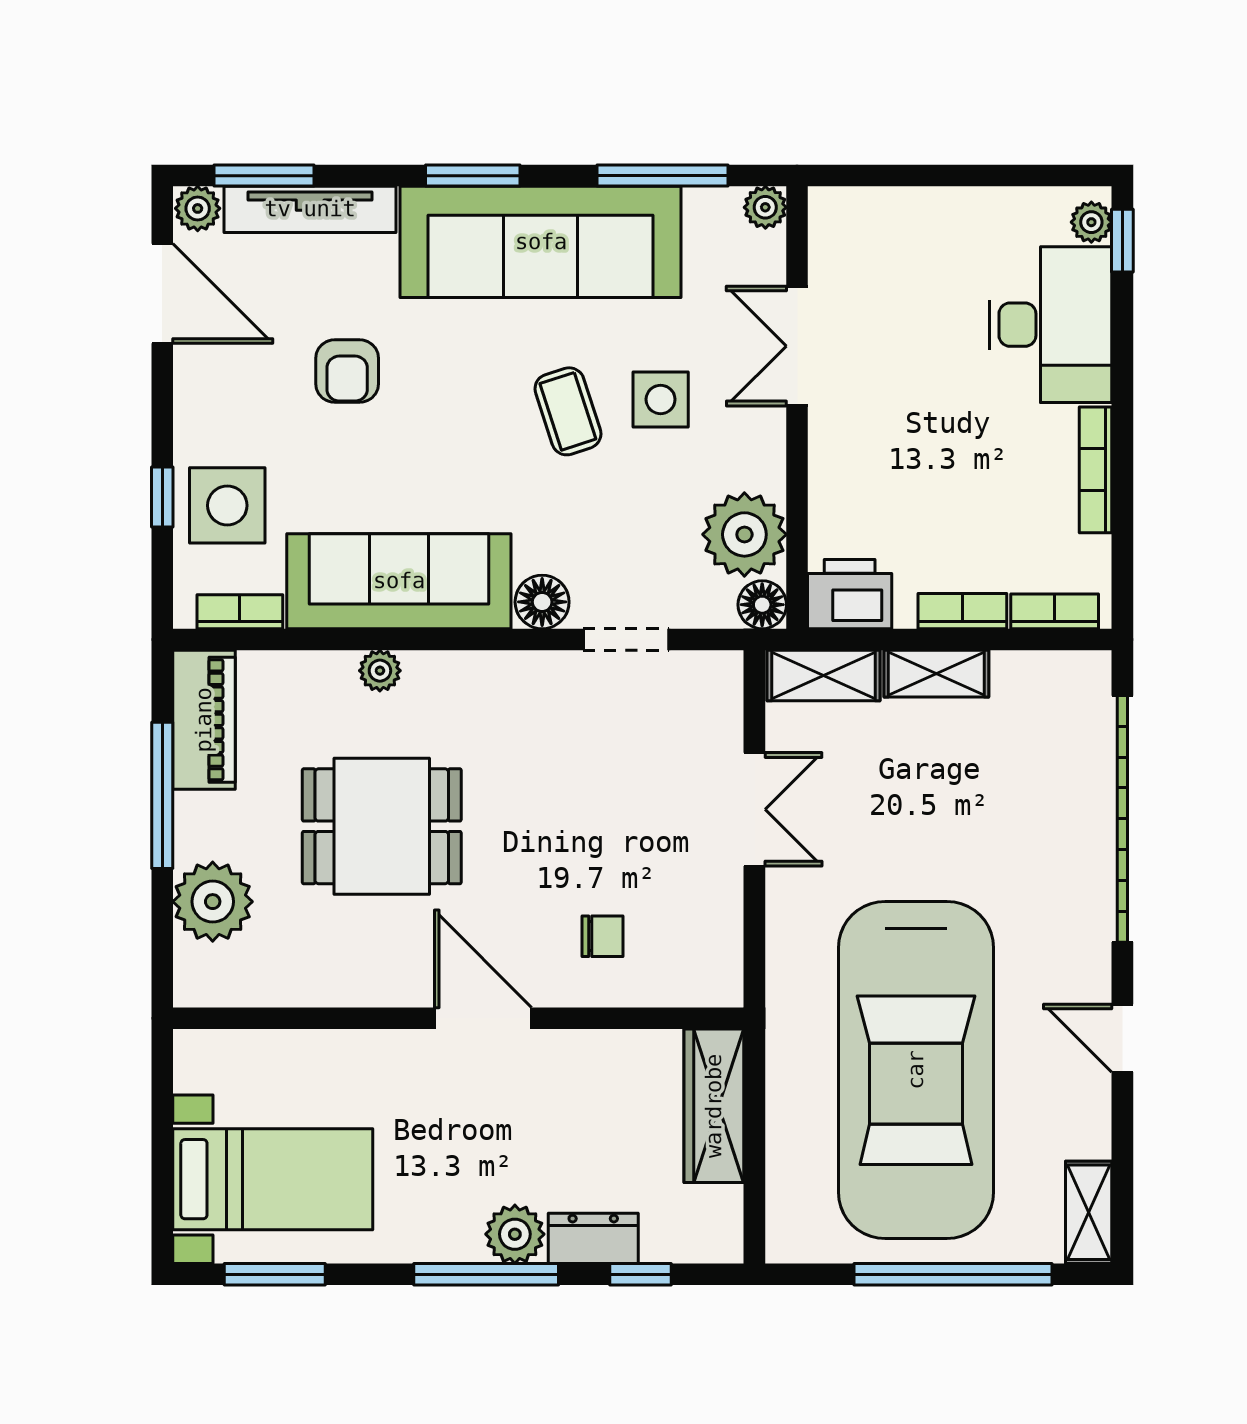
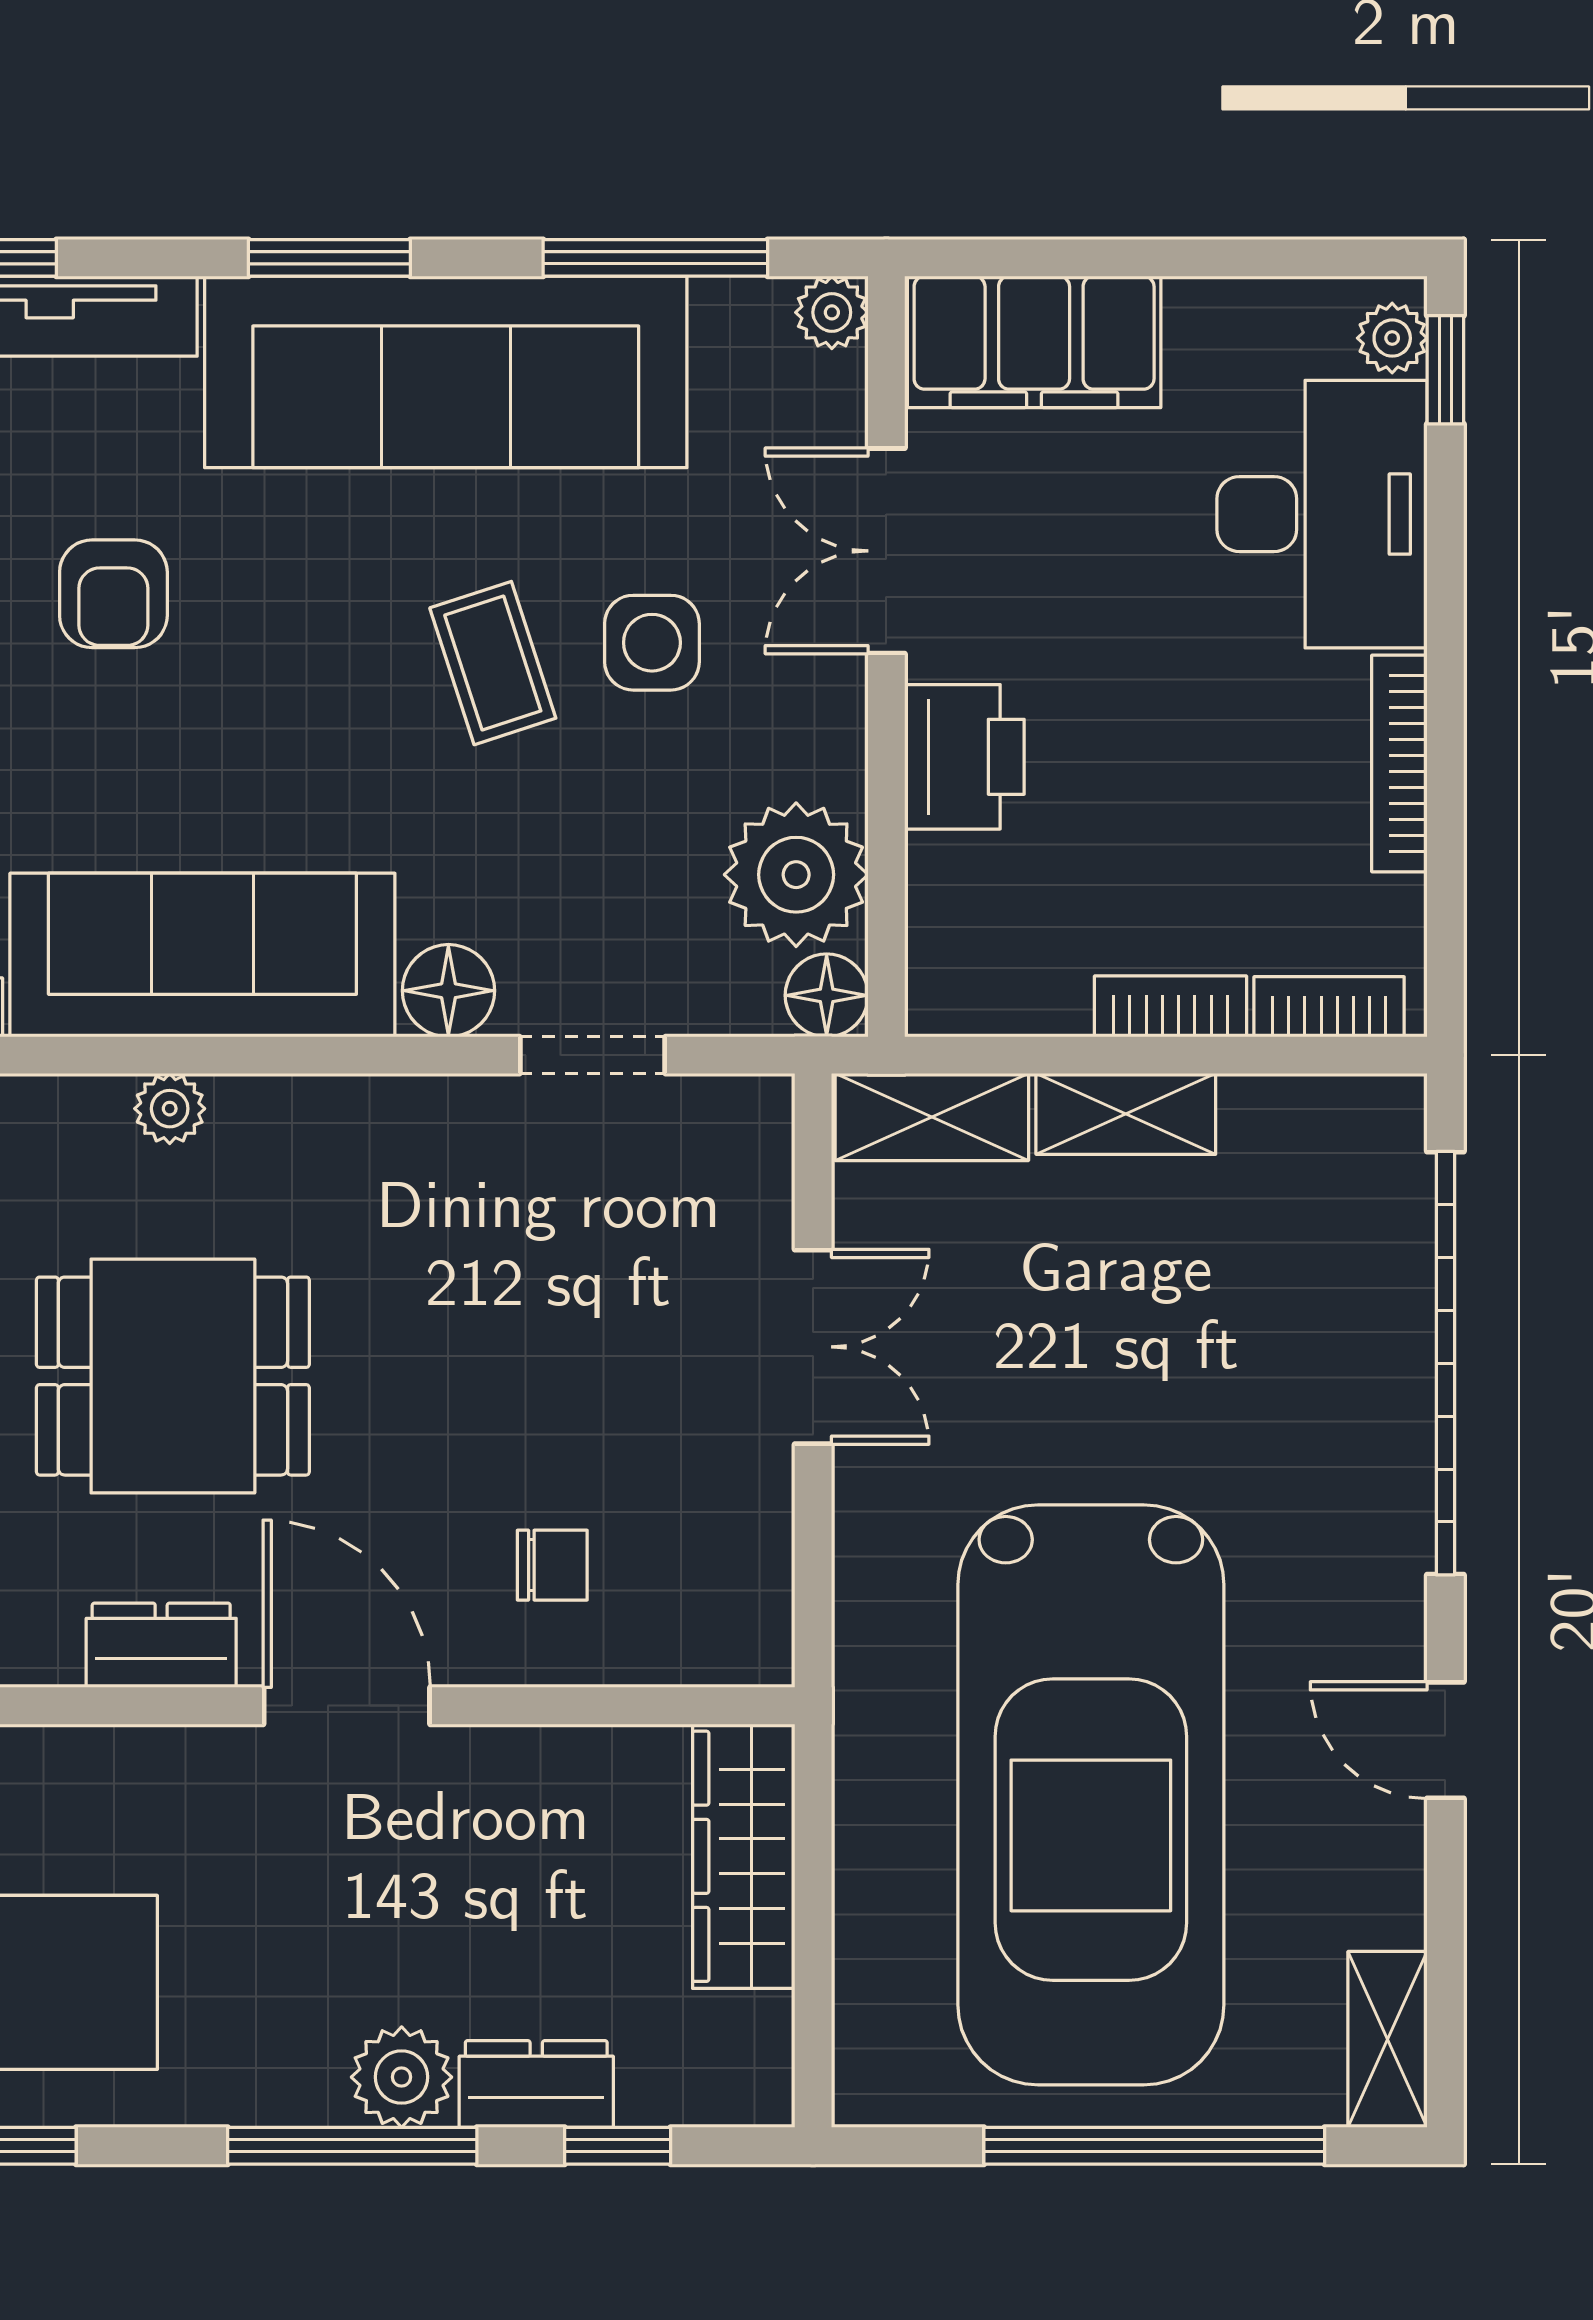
filing cabinet: (883, 224) -> (1034, 342), added
printer: (850, 594) -> (964, 757), moved, turned 90
dresser: (375, 983) -> (161, 1645), added

